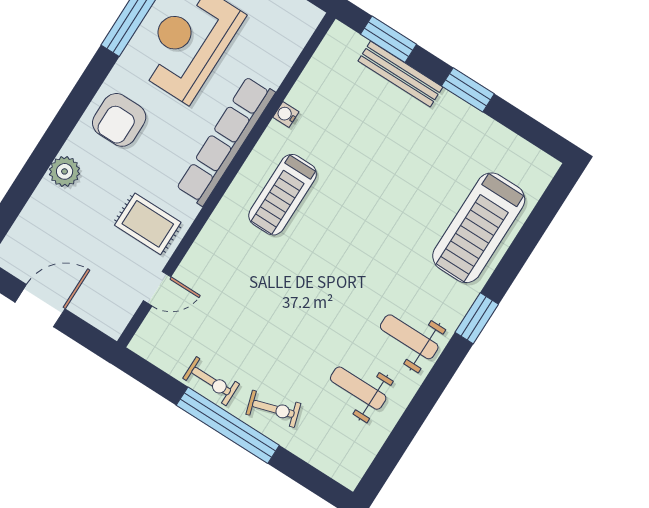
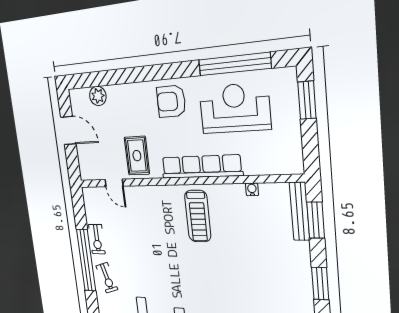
bench: (400, 74) -> (300, 211), moved
water cooler: (286, 114) -> (252, 189), moved
plant: (65, 171) -> (98, 96), moved
treadmill: (283, 195) -> (198, 216), turned -90

